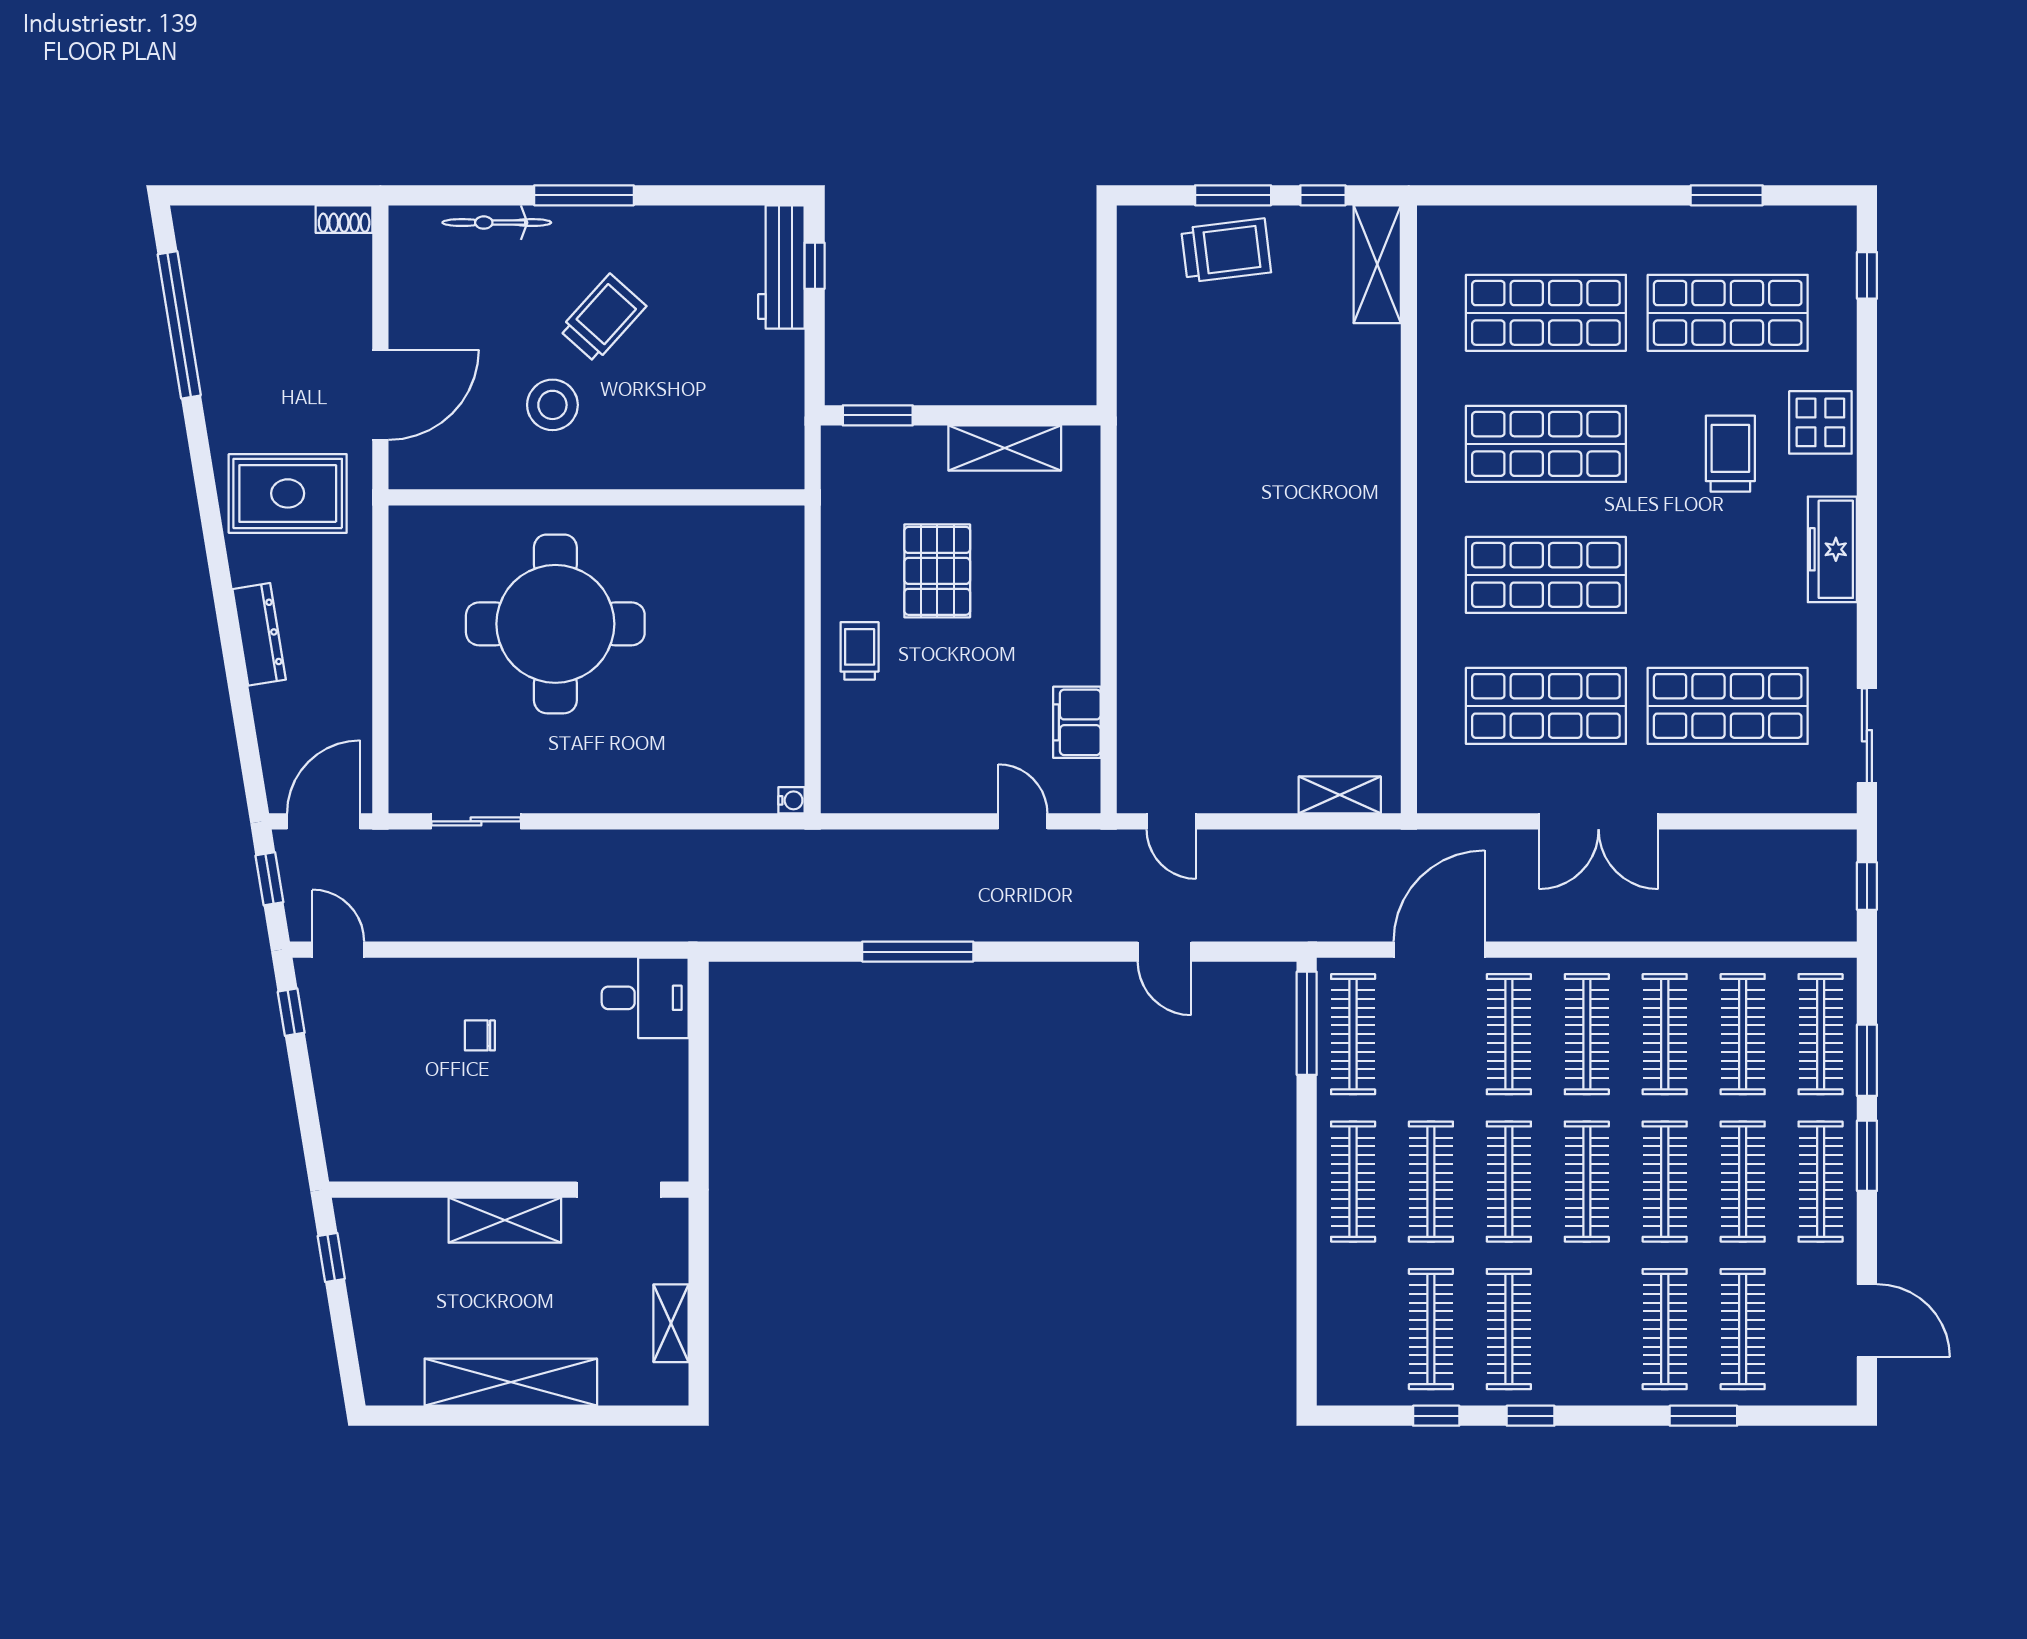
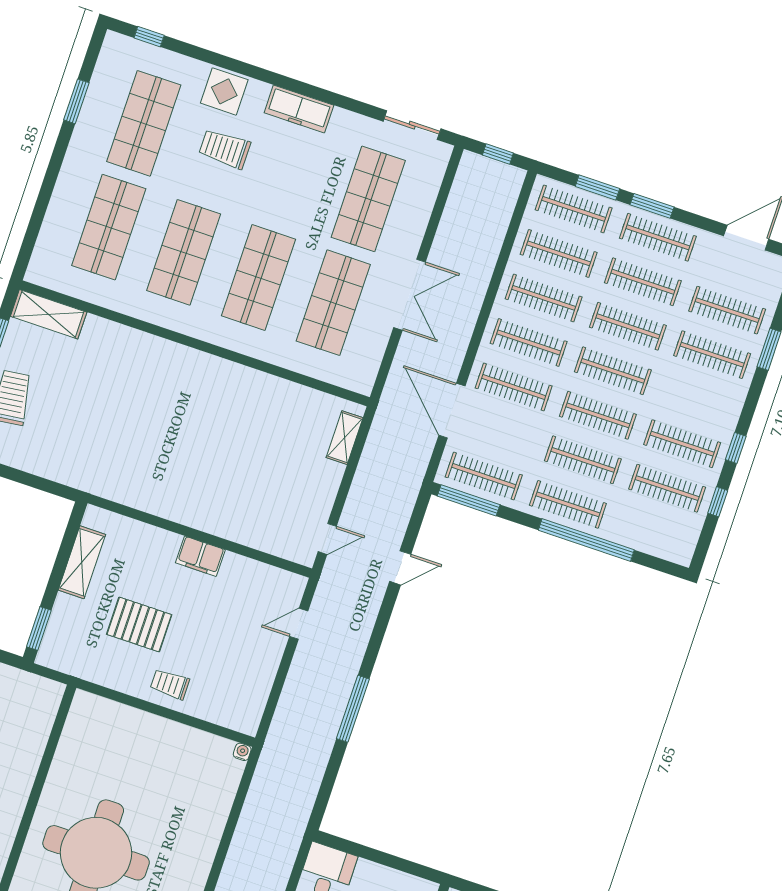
filing cabinet: (1077, 722) -> (200, 556), moved
window: (1307, 1229) -> (586, 540), added

